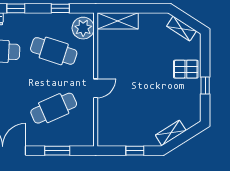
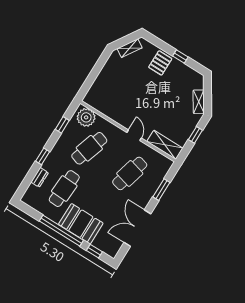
shelving: (118, 21) -> (165, 145), moved, turned 90
cafe table: (54, 108) -> (130, 173), turned 39

